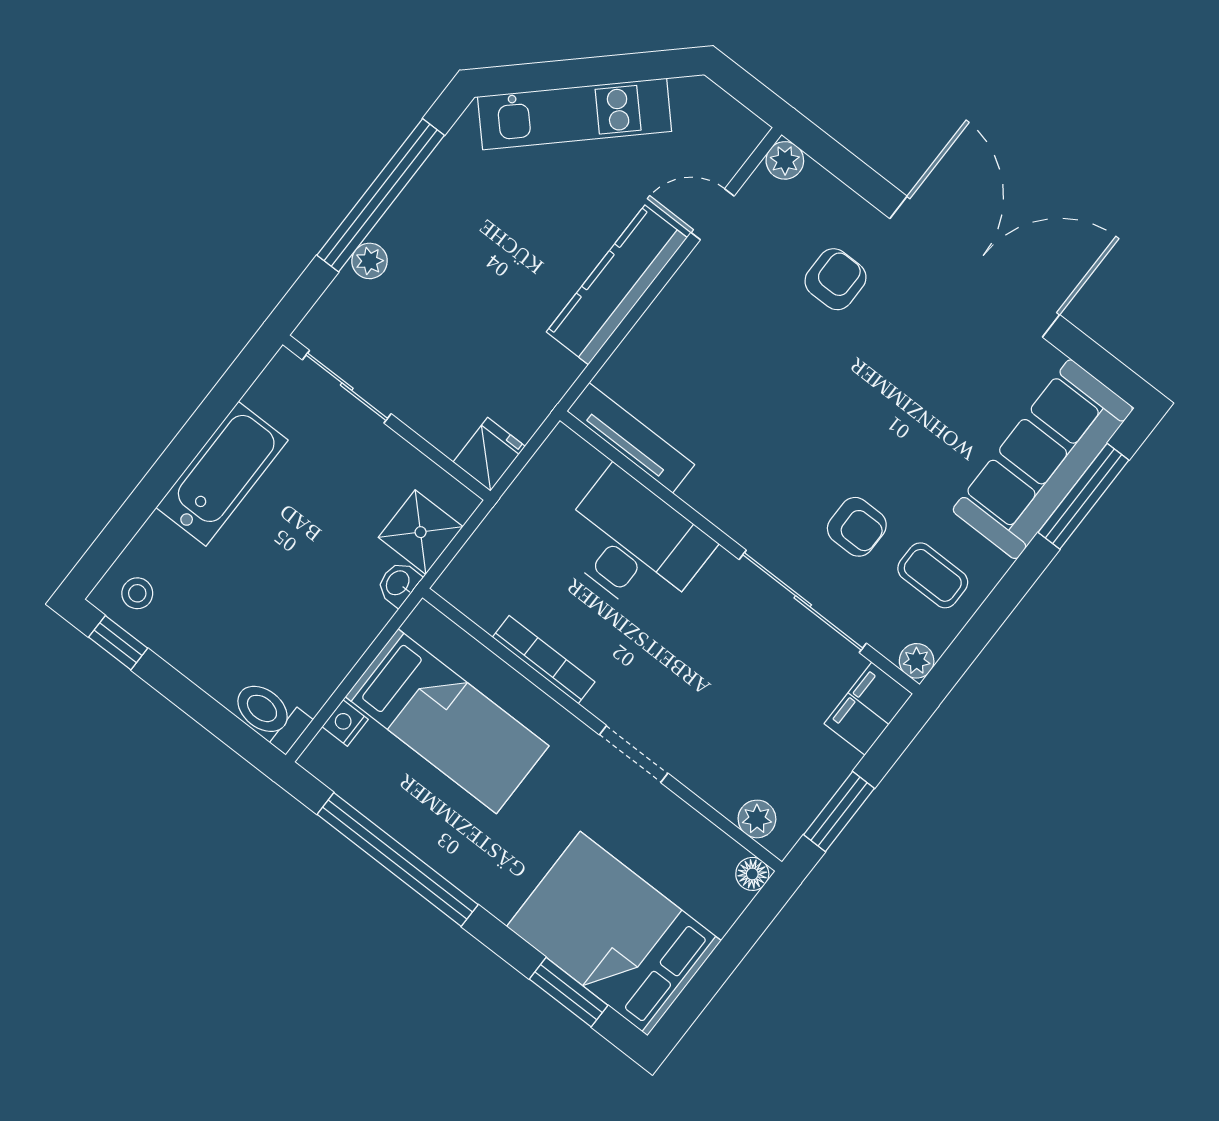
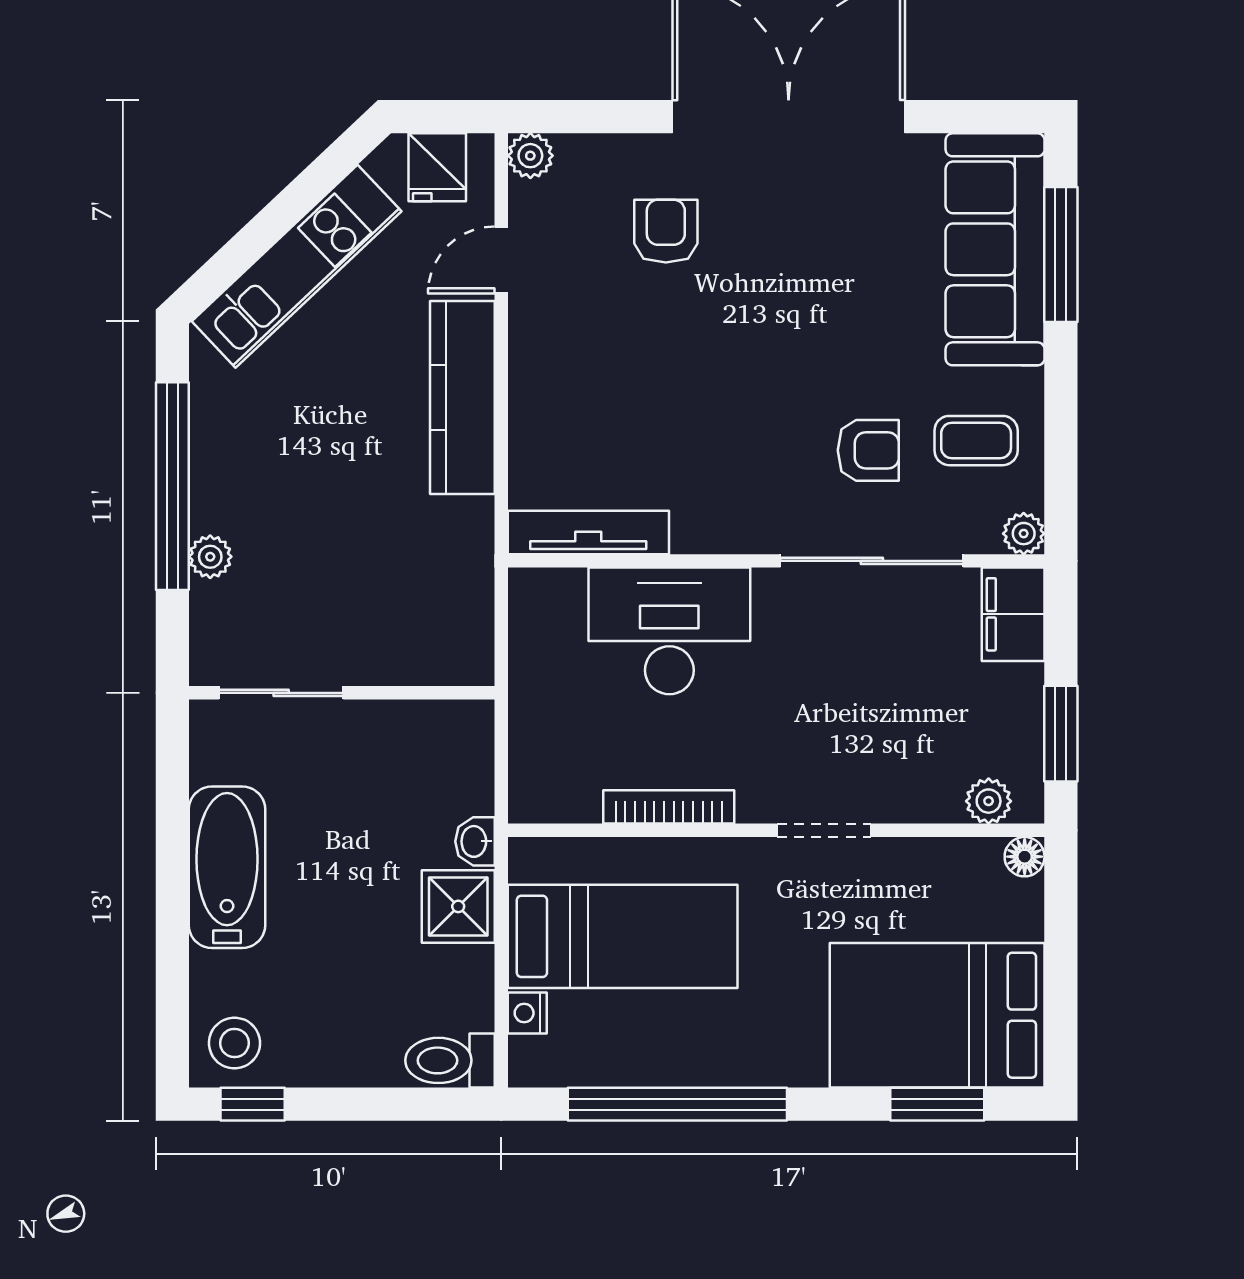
fridge: (489, 454) -> (437, 167), moved, turned 180
shower: (421, 532) -> (458, 906), moved
stool: (137, 593) -> (234, 1043), width x1.37, depth x1.37

